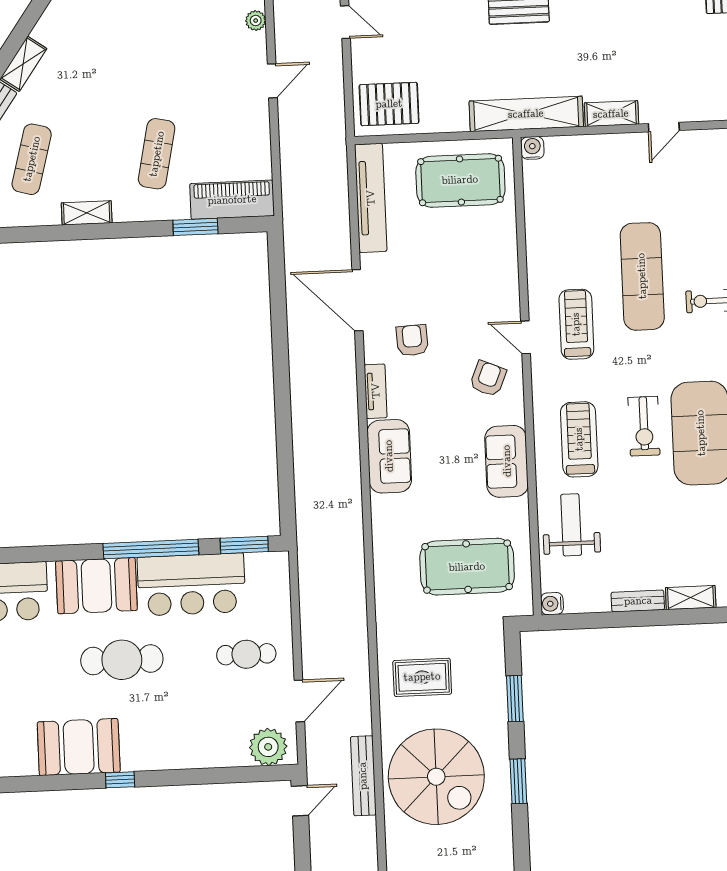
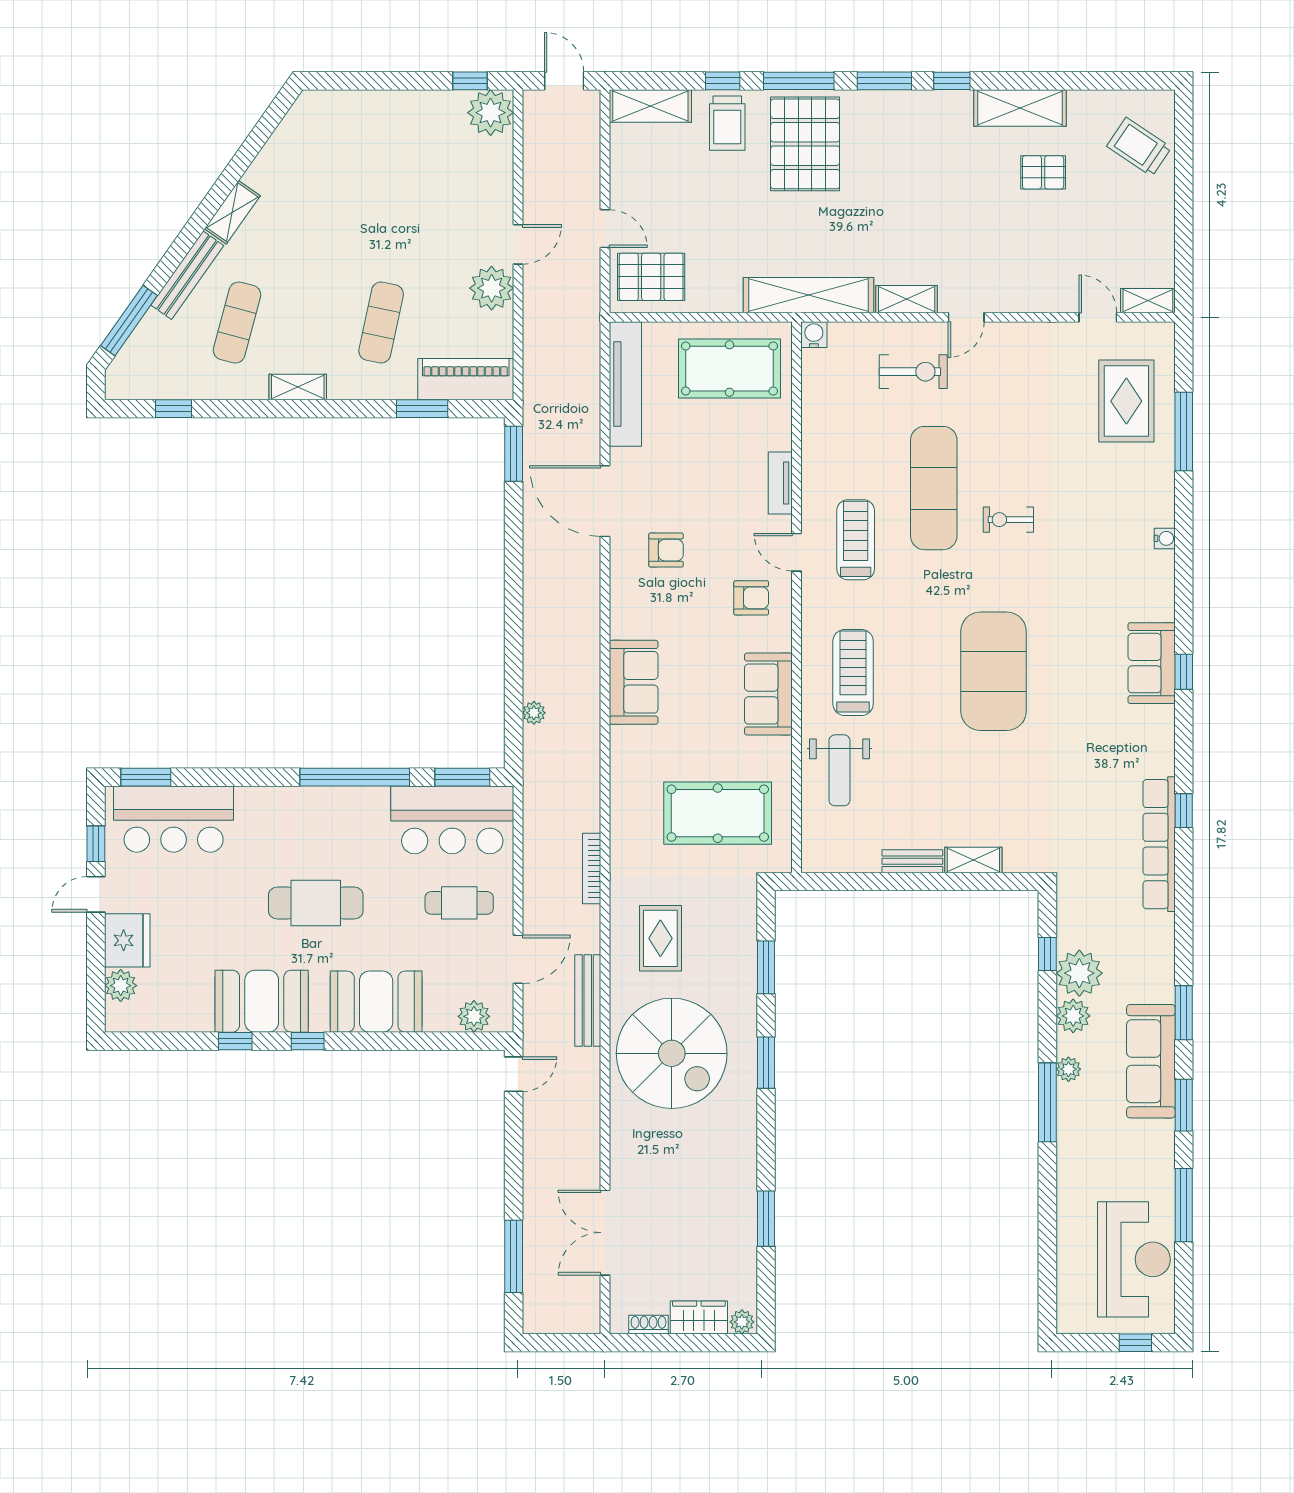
plant: (256, 21) -> (492, 288), moved, width x1.87, depth x1.87
door: (345, 22) -> (605, 229), moved
window: (276, 263) -> (514, 454), added
armchair: (412, 340) -> (666, 550), turned 93
armchair: (488, 379) -> (751, 598), turned 67
tv unit: (376, 391) -> (780, 483), moved, turned 180
exercise bike: (644, 426) -> (913, 372), moved, turned -90
plant: (304, 487) -> (534, 713), added
weight bench: (571, 525) -> (839, 770), turned 180
bar counter: (191, 584) -> (452, 820), moved
booth: (96, 586) -> (376, 1002), moved
water cooler: (552, 604) -> (814, 860), removed
bookcase: (360, 619) -> (592, 869), added
rug: (422, 677) -> (660, 938), turned 90
plant: (268, 747) -> (474, 1016), width x0.73, depth x0.73
bench: (363, 776) -> (588, 1000), moved
window: (57, 783) -> (235, 1041), added

